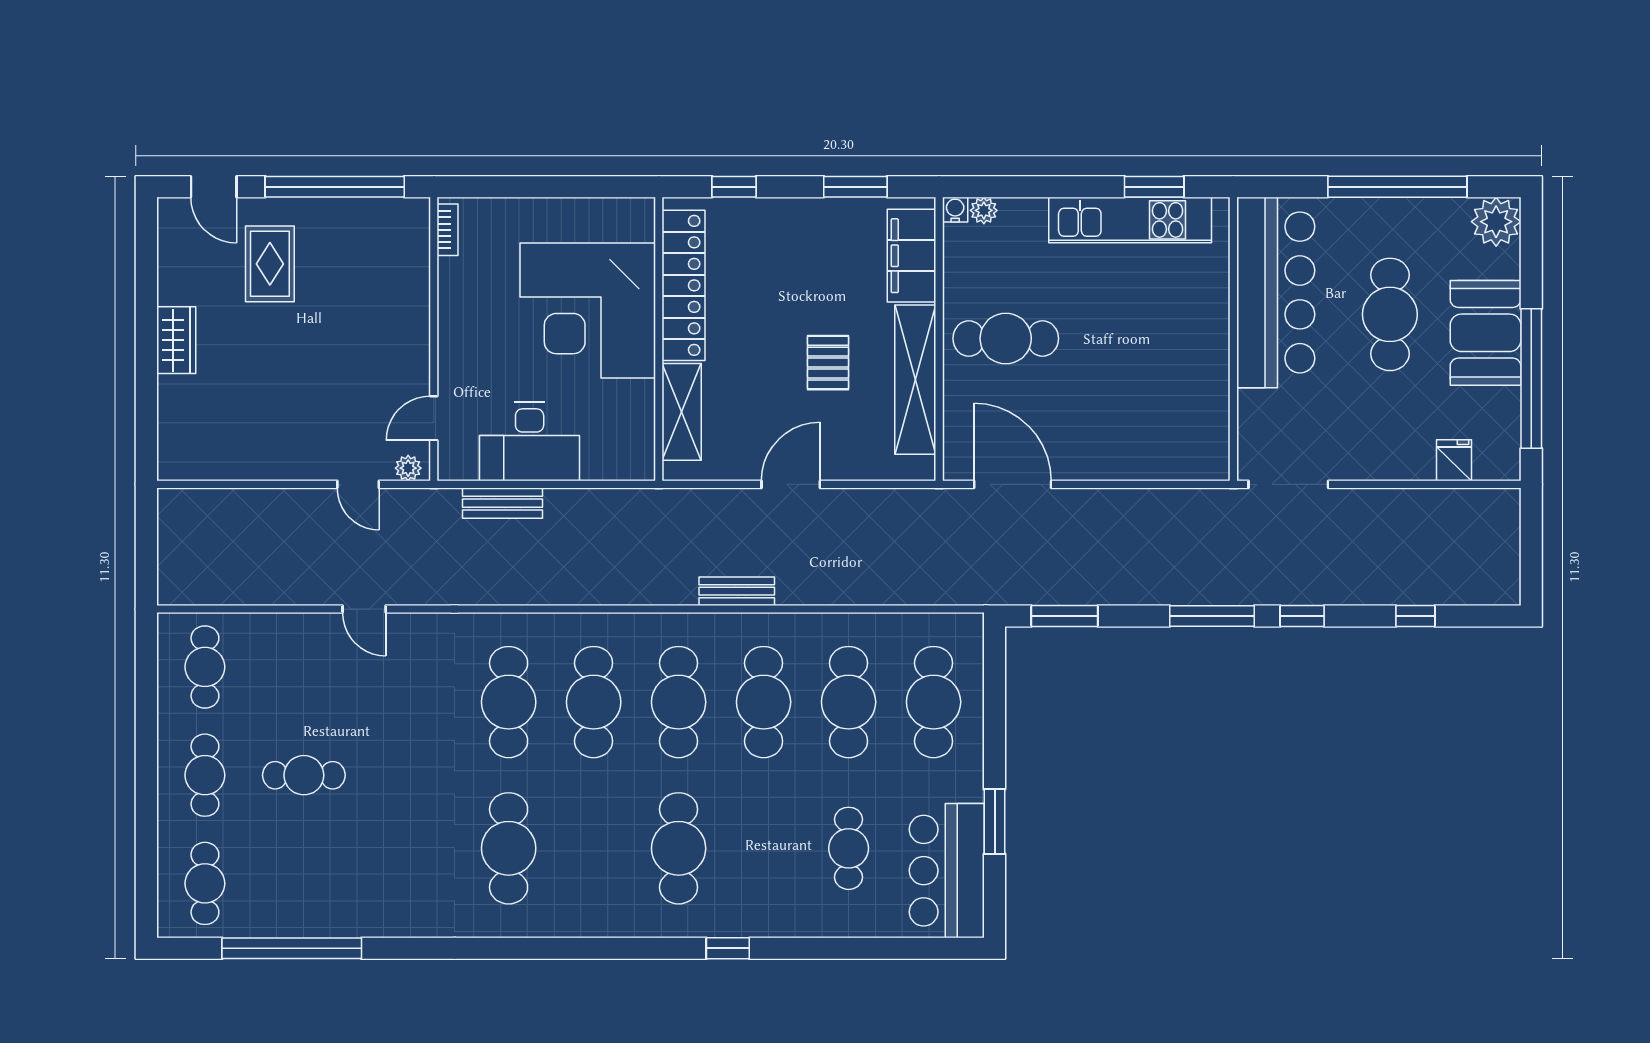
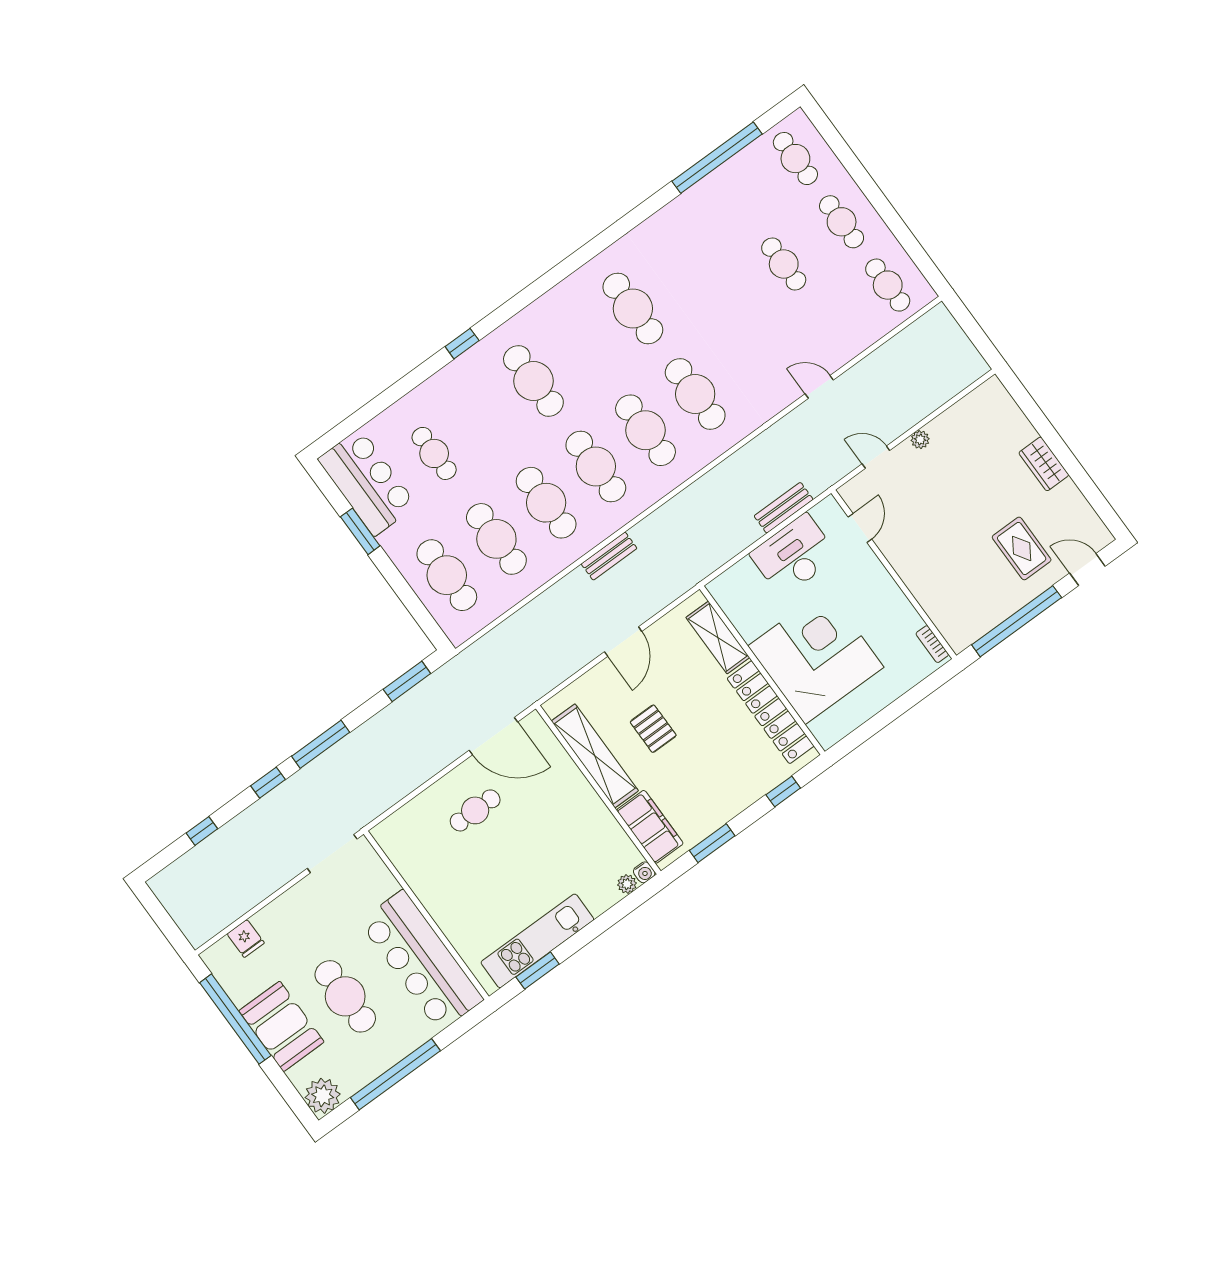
cafe table: (1006, 338) -> (475, 810), moved, width x0.73, depth x0.74
plant: (408, 468) -> (920, 440), moved
cafe table: (304, 775) -> (784, 264), turned 90

